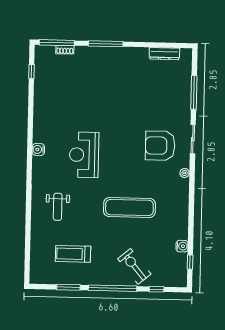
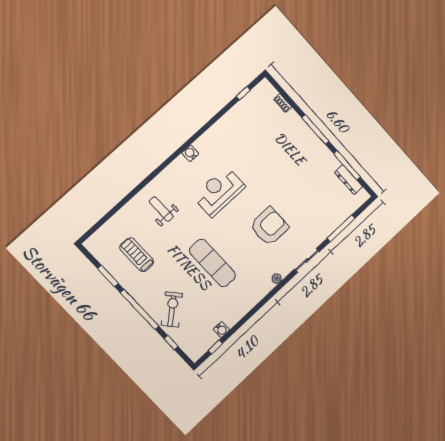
window: (57, 43) -> (347, 165), moved
armchair: (160, 146) -> (269, 226), moved, turned 90
weight bench: (58, 207) -> (161, 209), turned 90

